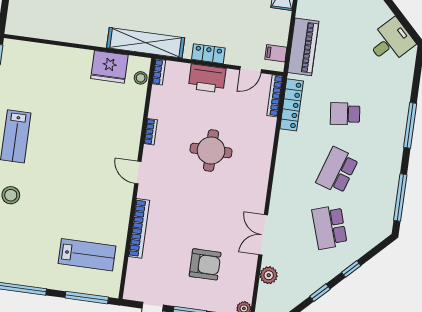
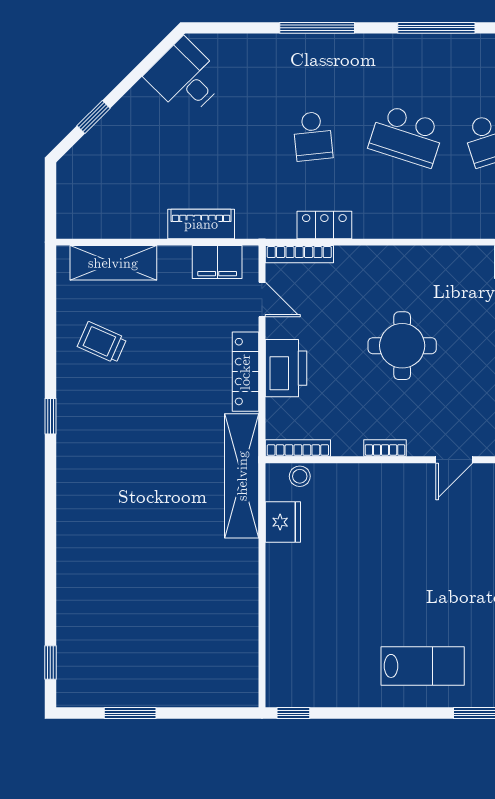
piano: (303, 47) -> (201, 224), width x0.73, depth x0.75
filing cabinet: (276, 53) -> (217, 262), width x2.00
locker: (208, 54) -> (245, 372), width x1.53
fridge: (109, 67) -> (283, 522), width x0.73, depth x0.75
bookcase: (159, 72) -> (298, 448), width x1.56
locker: (292, 105) -> (324, 225), width x0.66

